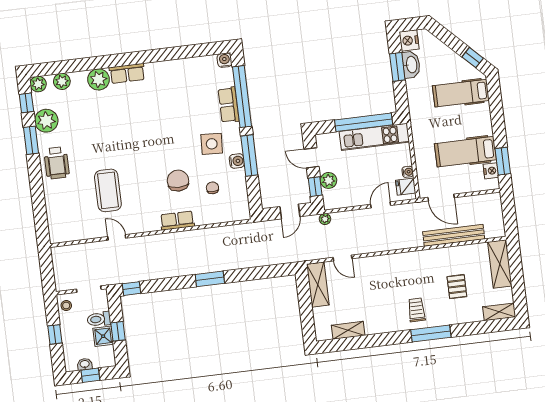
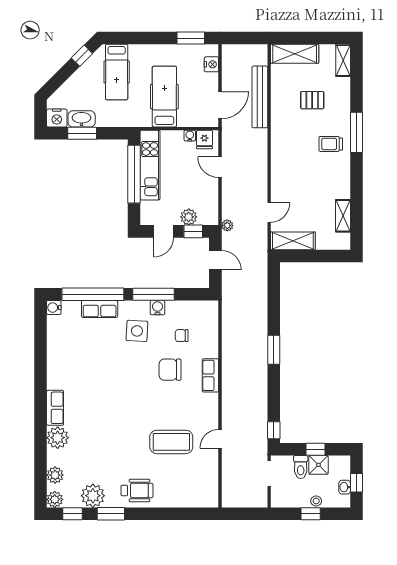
hospital bed: (465, 152) -> (164, 97), moved, turned 180
nightstand: (491, 171) -> (211, 64), moved, turned 90
stool: (66, 306) -> (316, 501), moved

